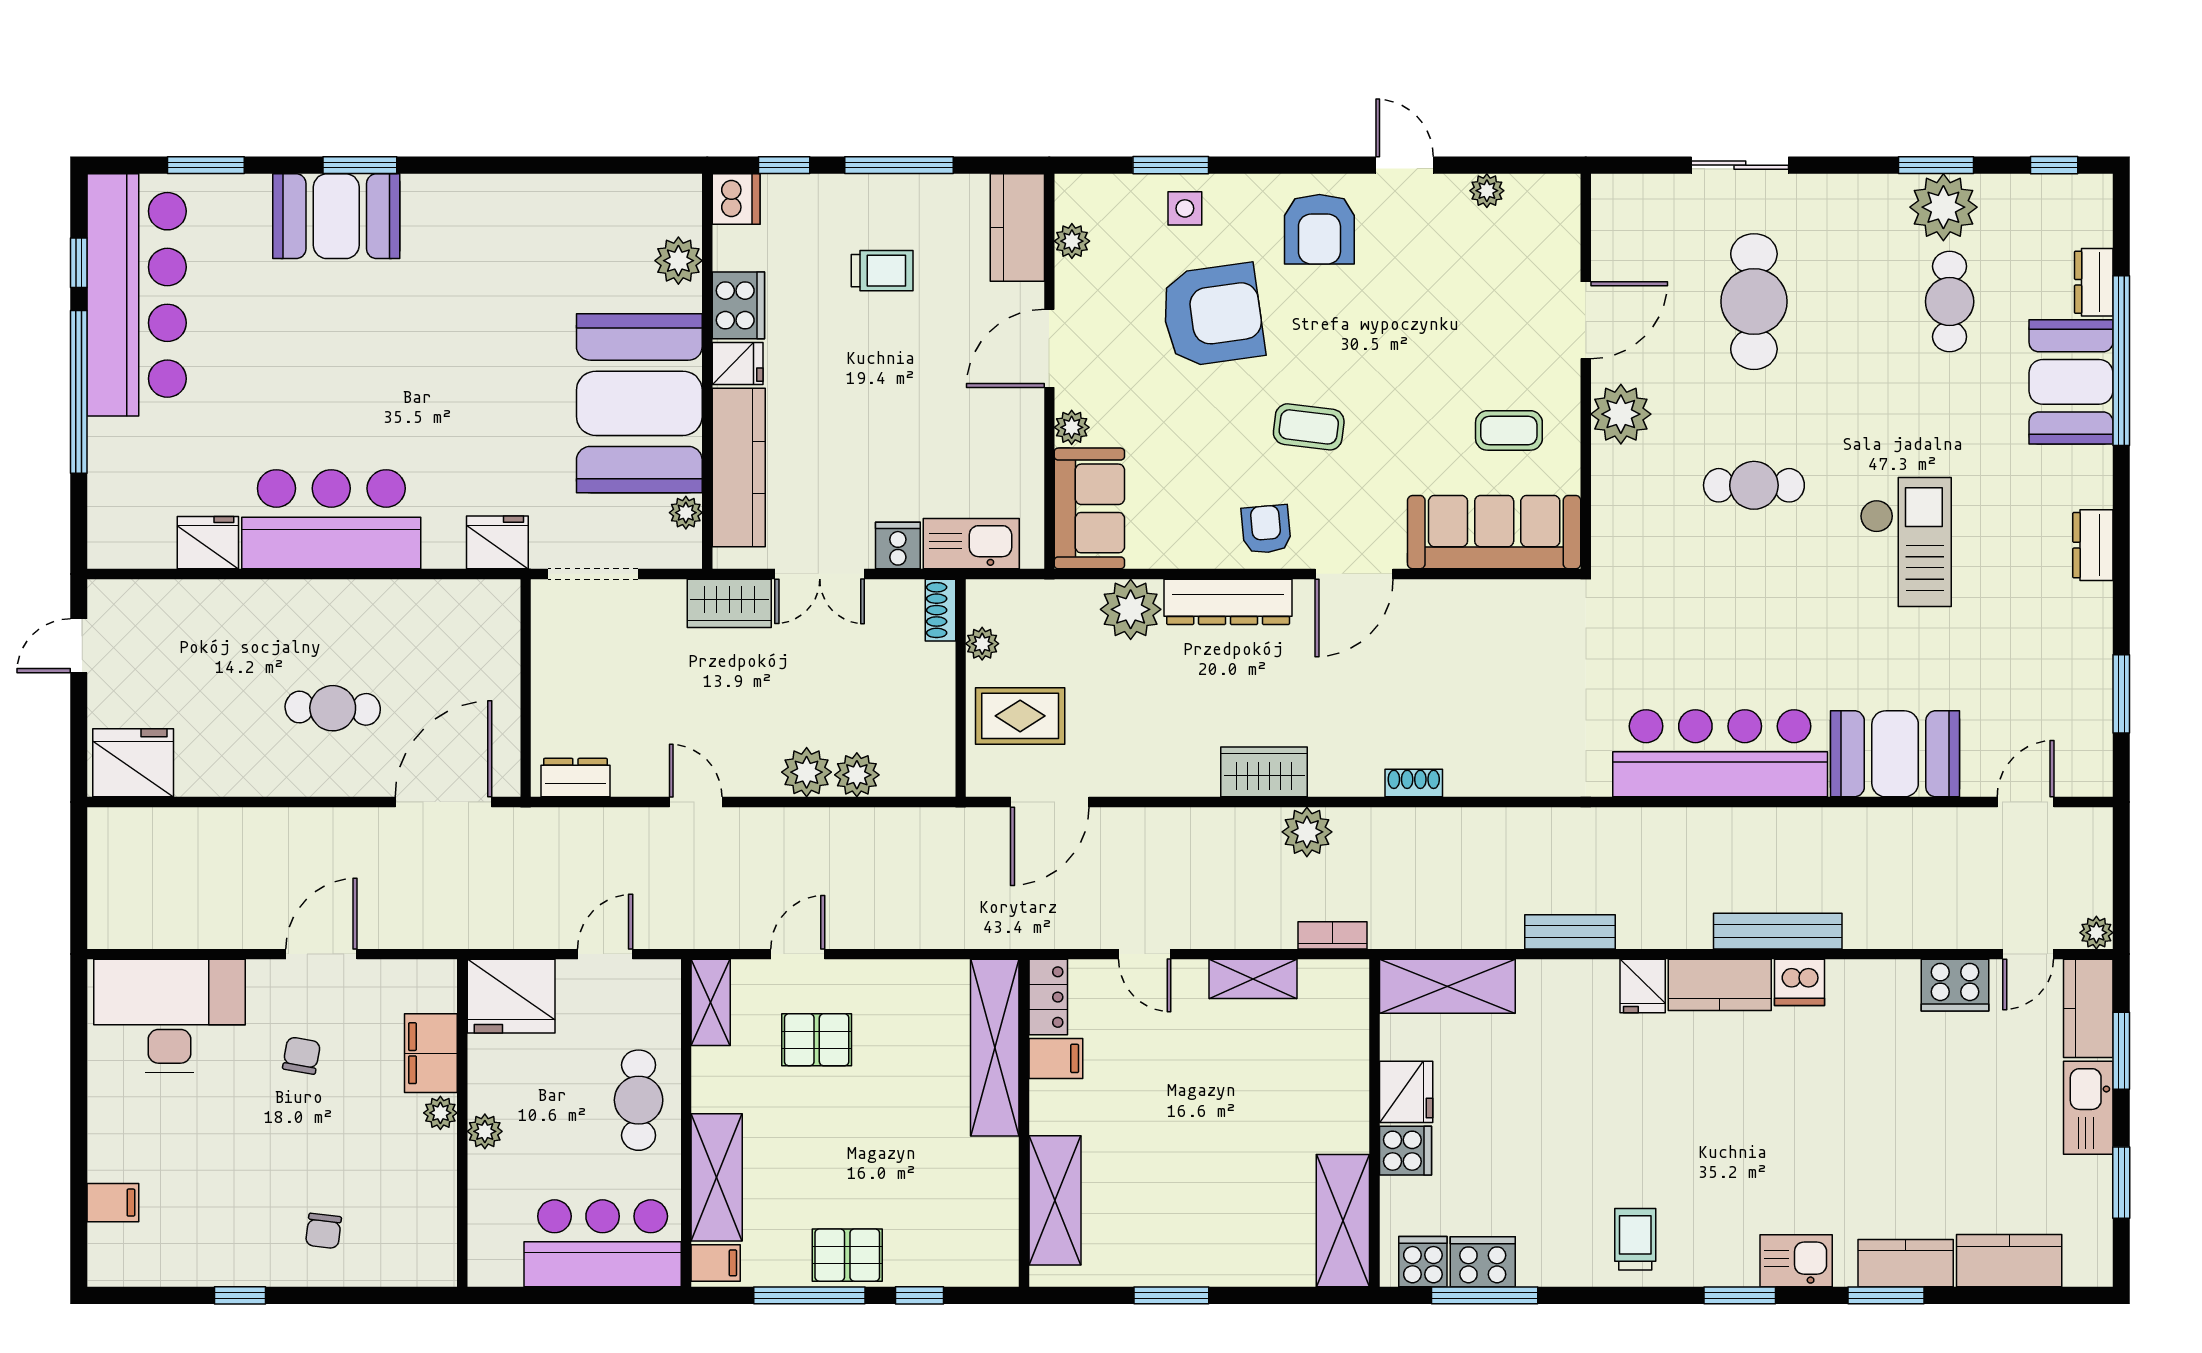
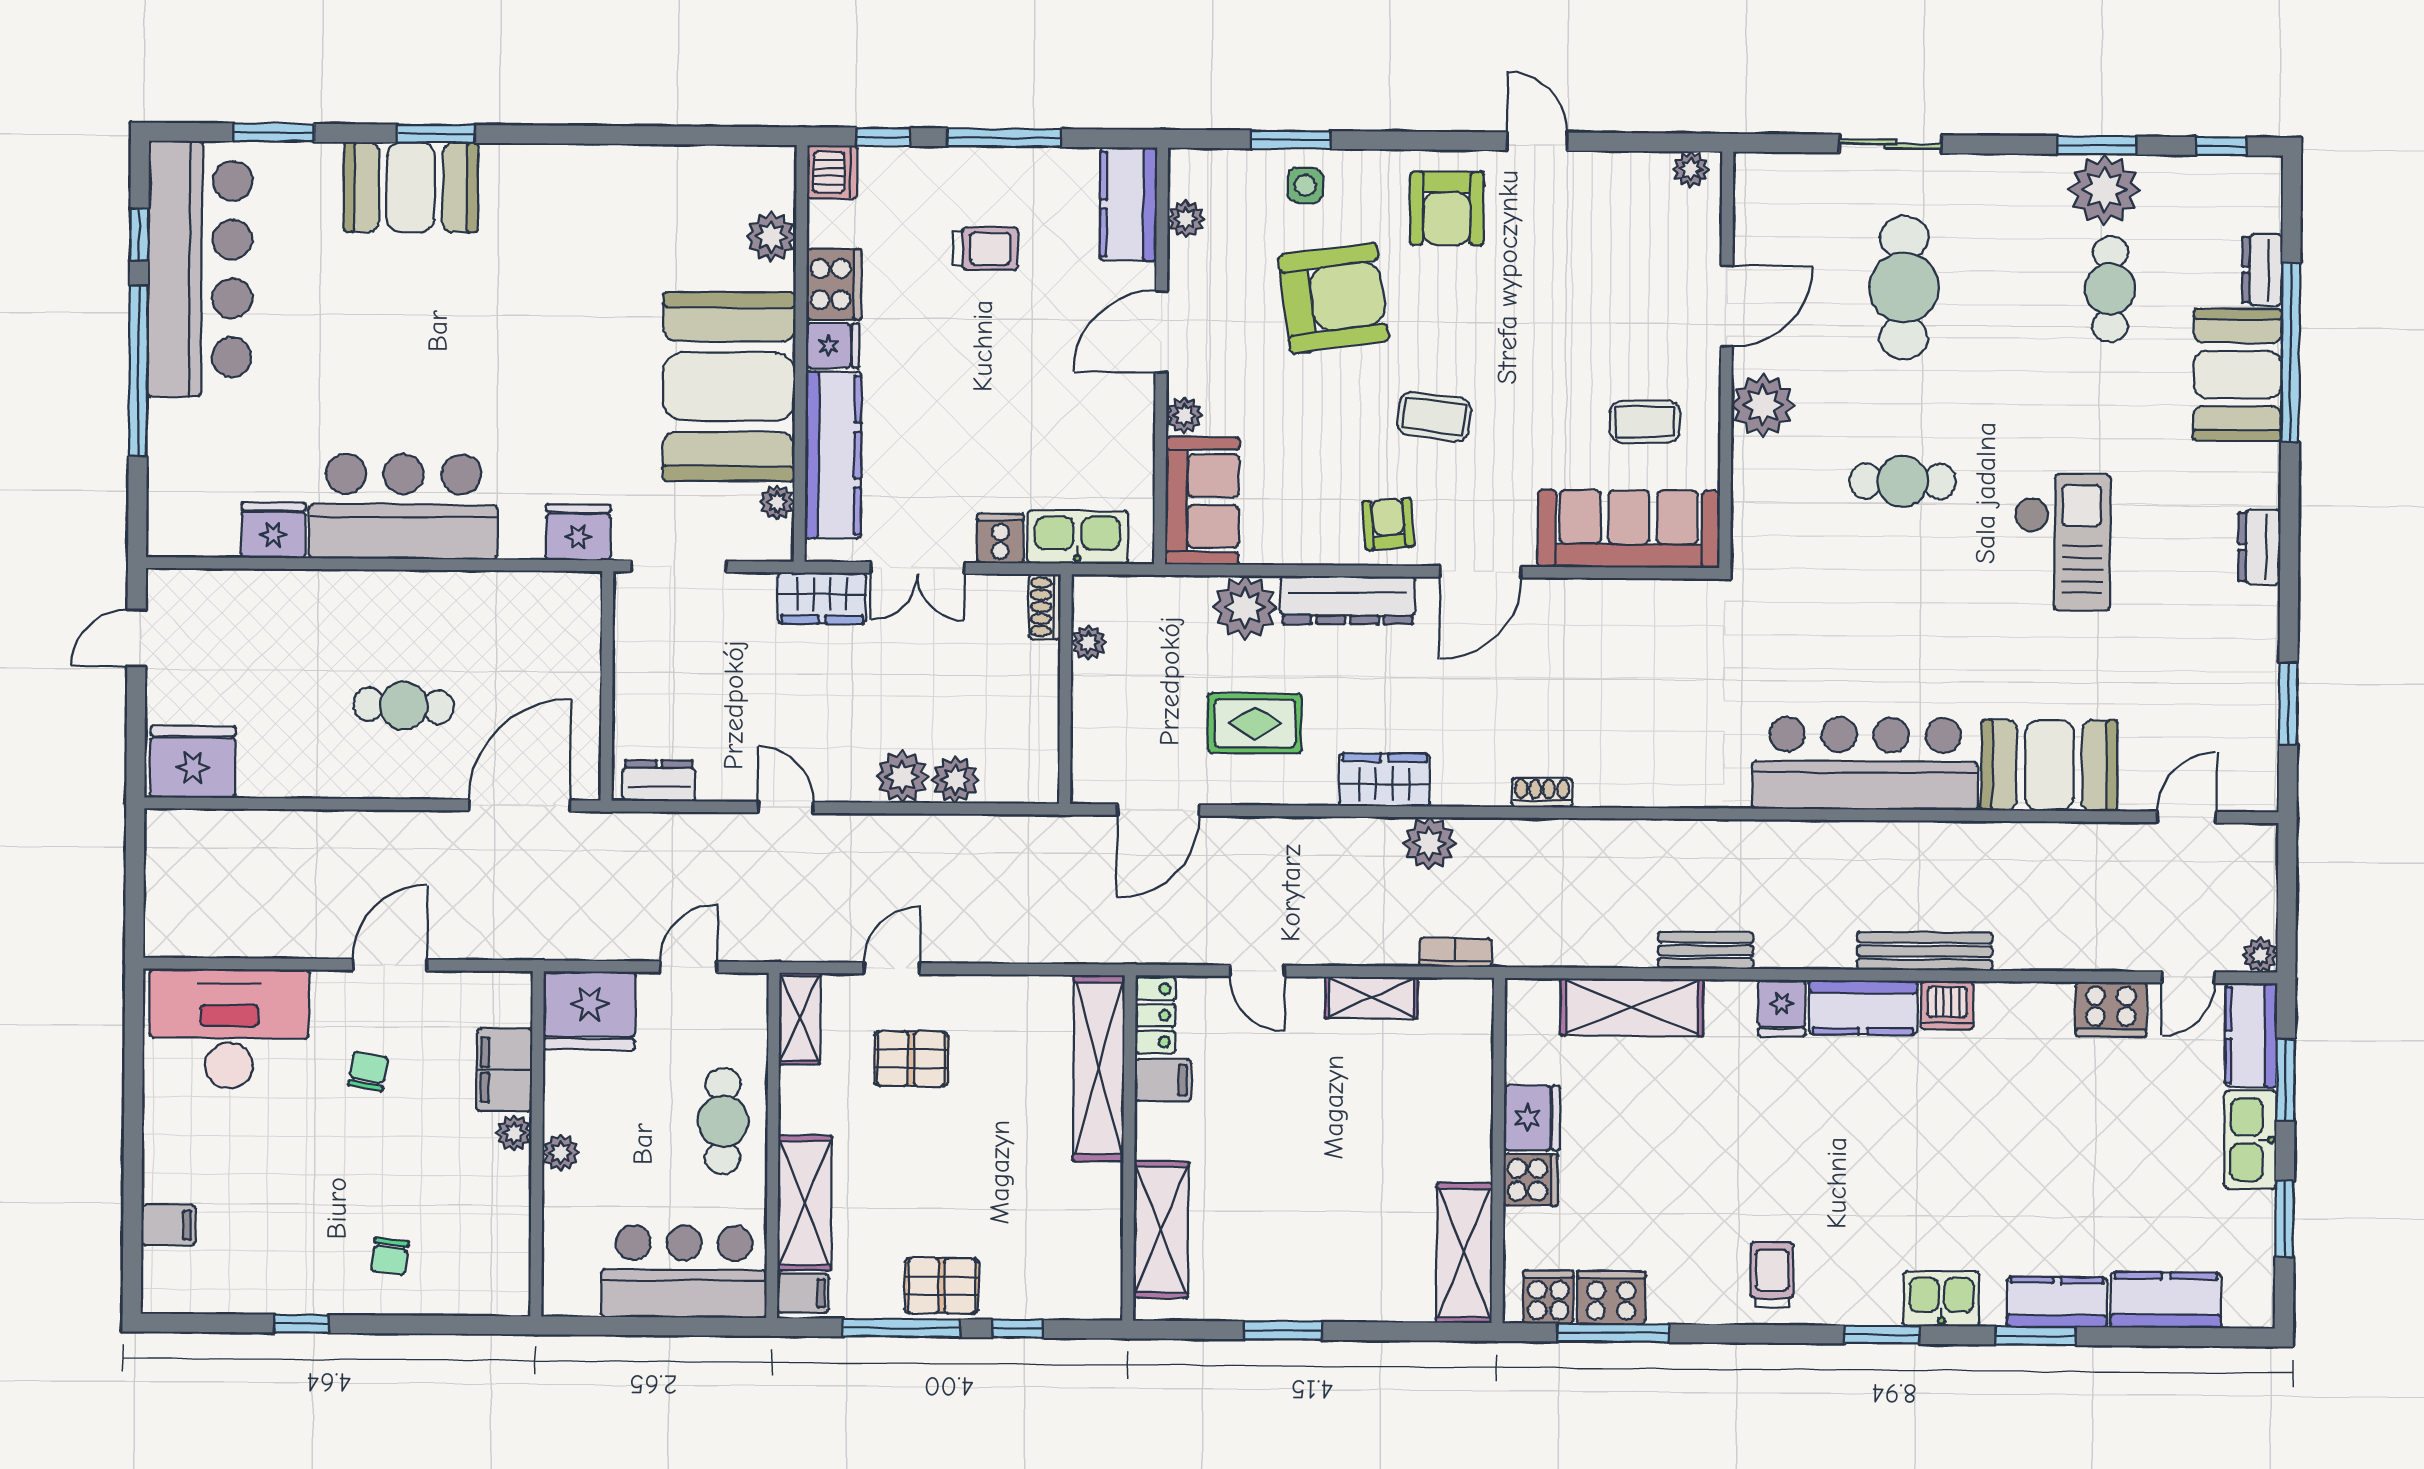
plant: (1487, 191) -> (1691, 169), moved
rug: (1020, 716) -> (1255, 723), moved
shelving: (1447, 986) -> (1632, 1007), moved

